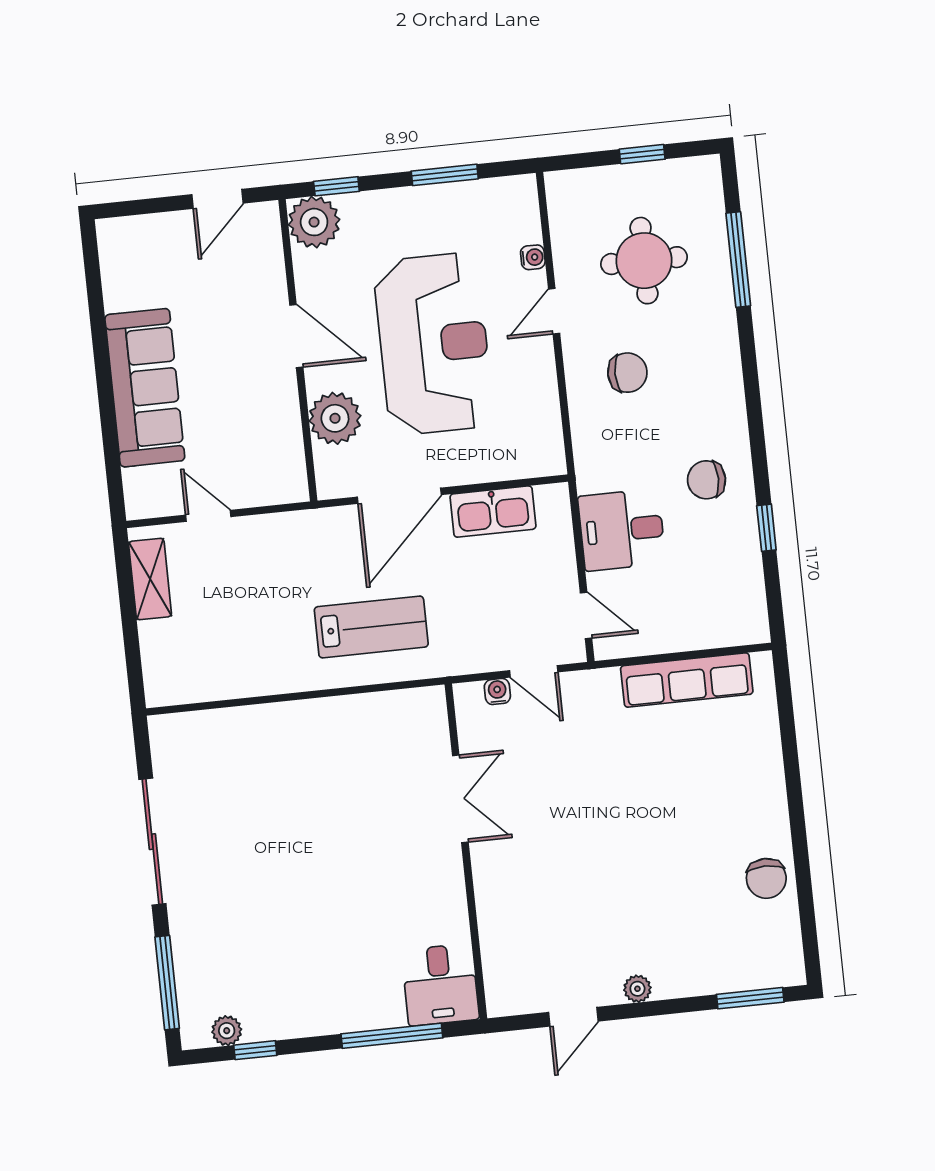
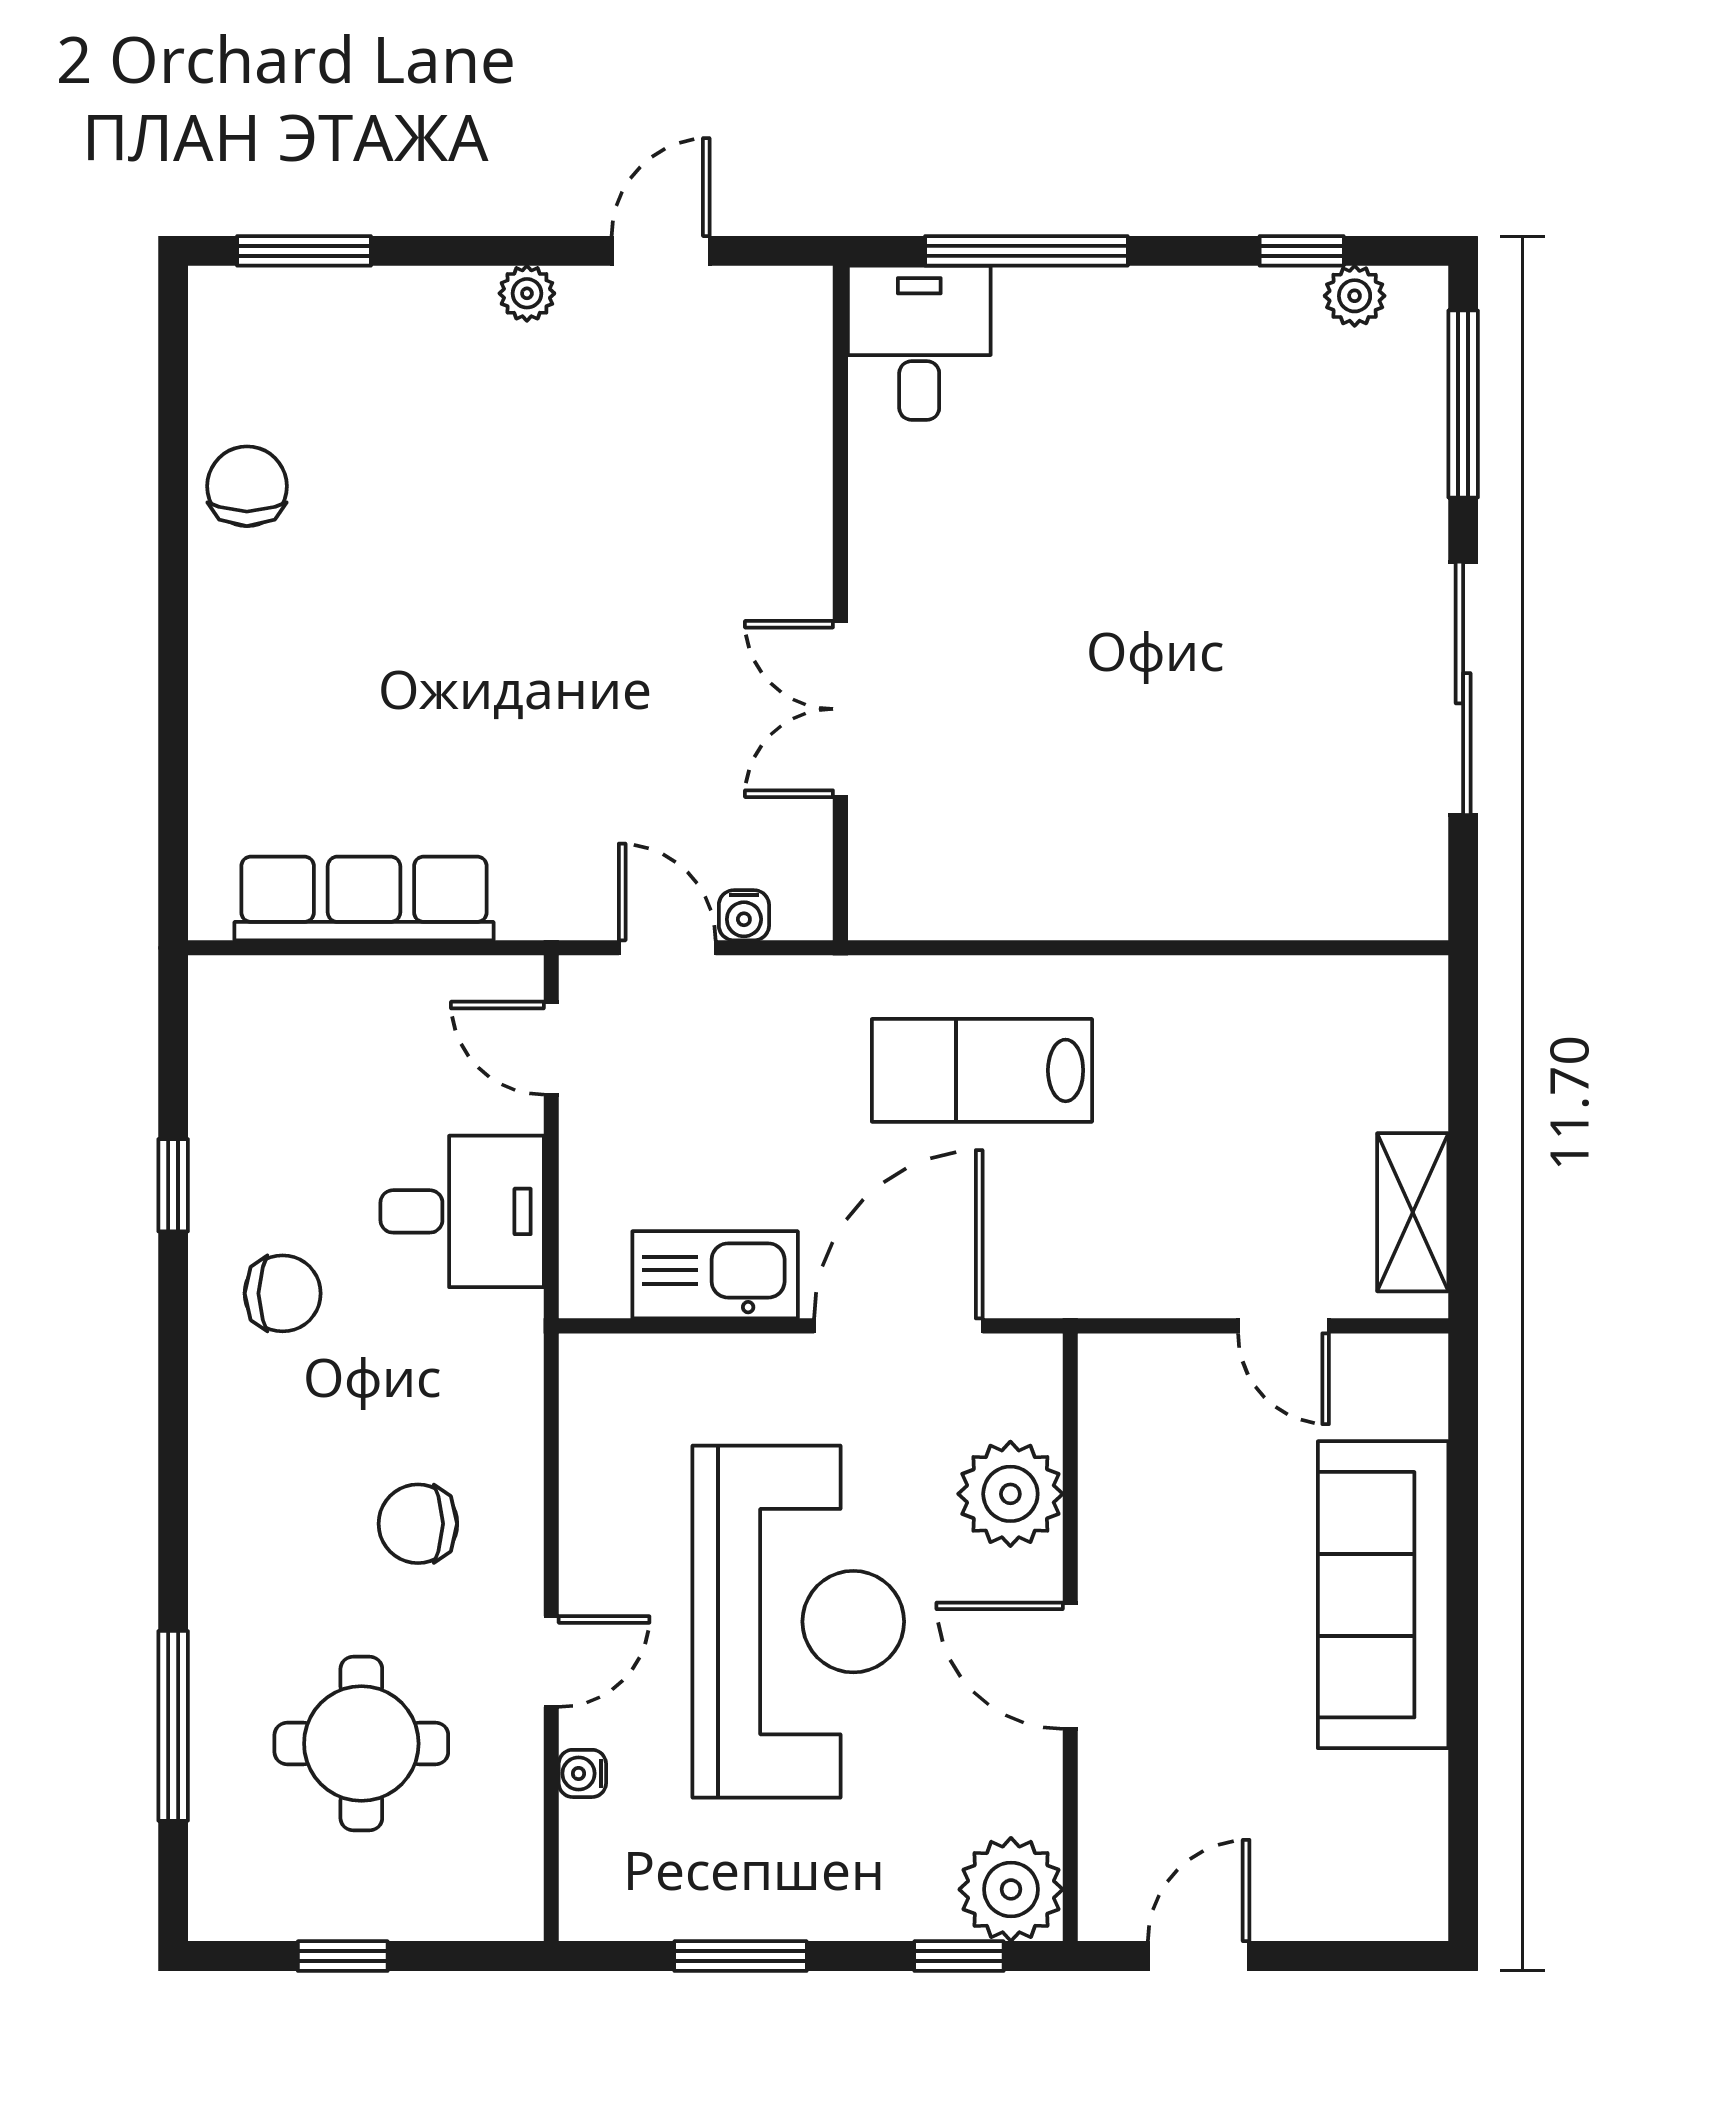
reception desk: (434, 344) -> (798, 1622), turned 180

